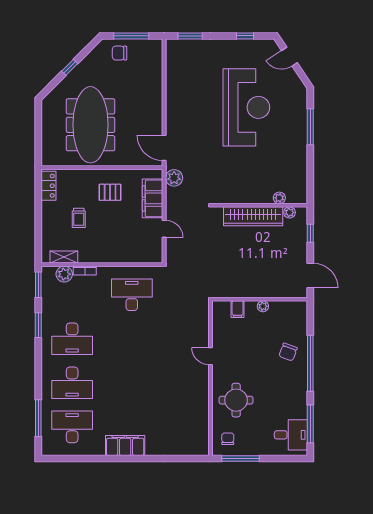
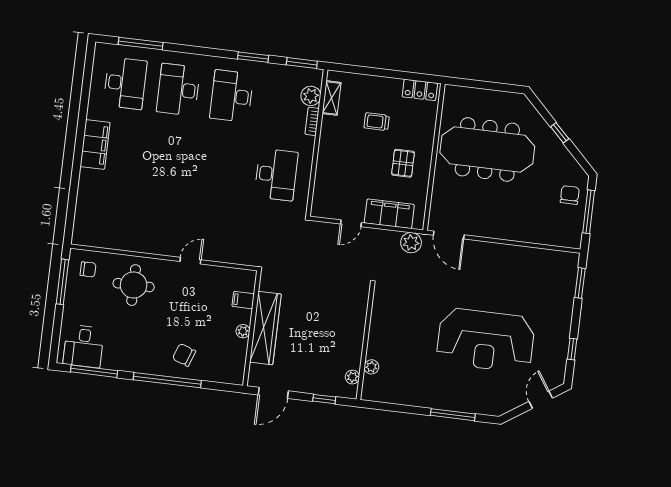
door: (164, 148) -> (449, 235), swing flipped
wardrobe: (253, 216) -> (265, 328), moved, turned 180

